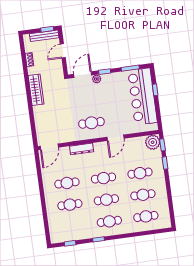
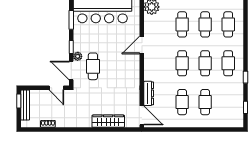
door: (63, 51) -> (56, 88), moved
wardrobe: (36, 90) -> (108, 121), moved
cafe table: (91, 123) -> (93, 66), moved
door: (115, 138) -> (142, 45), swing flipped
dresser: (82, 149) -> (149, 93), moved

